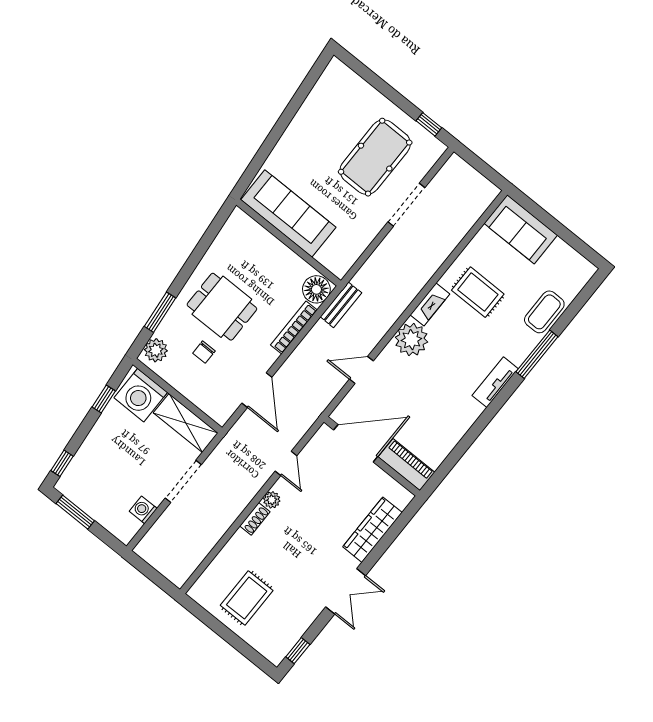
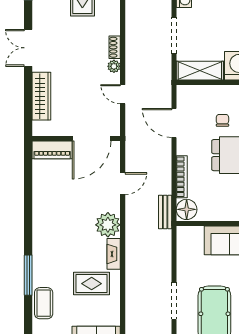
tv unit: (495, 382) -> (39, 239), removed

